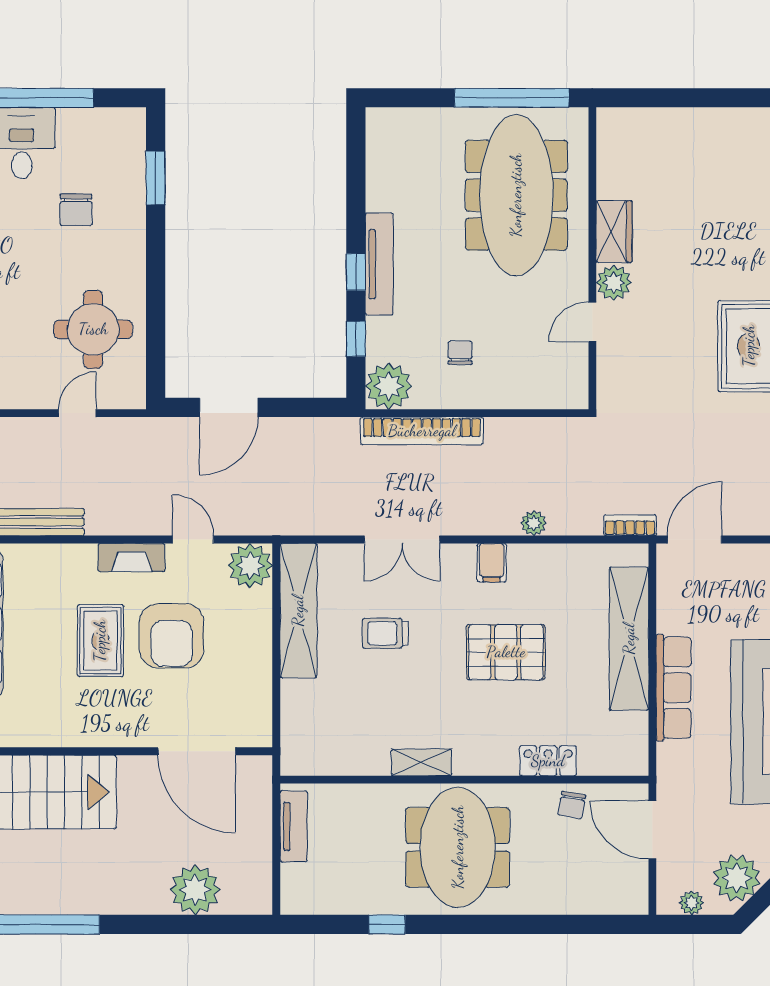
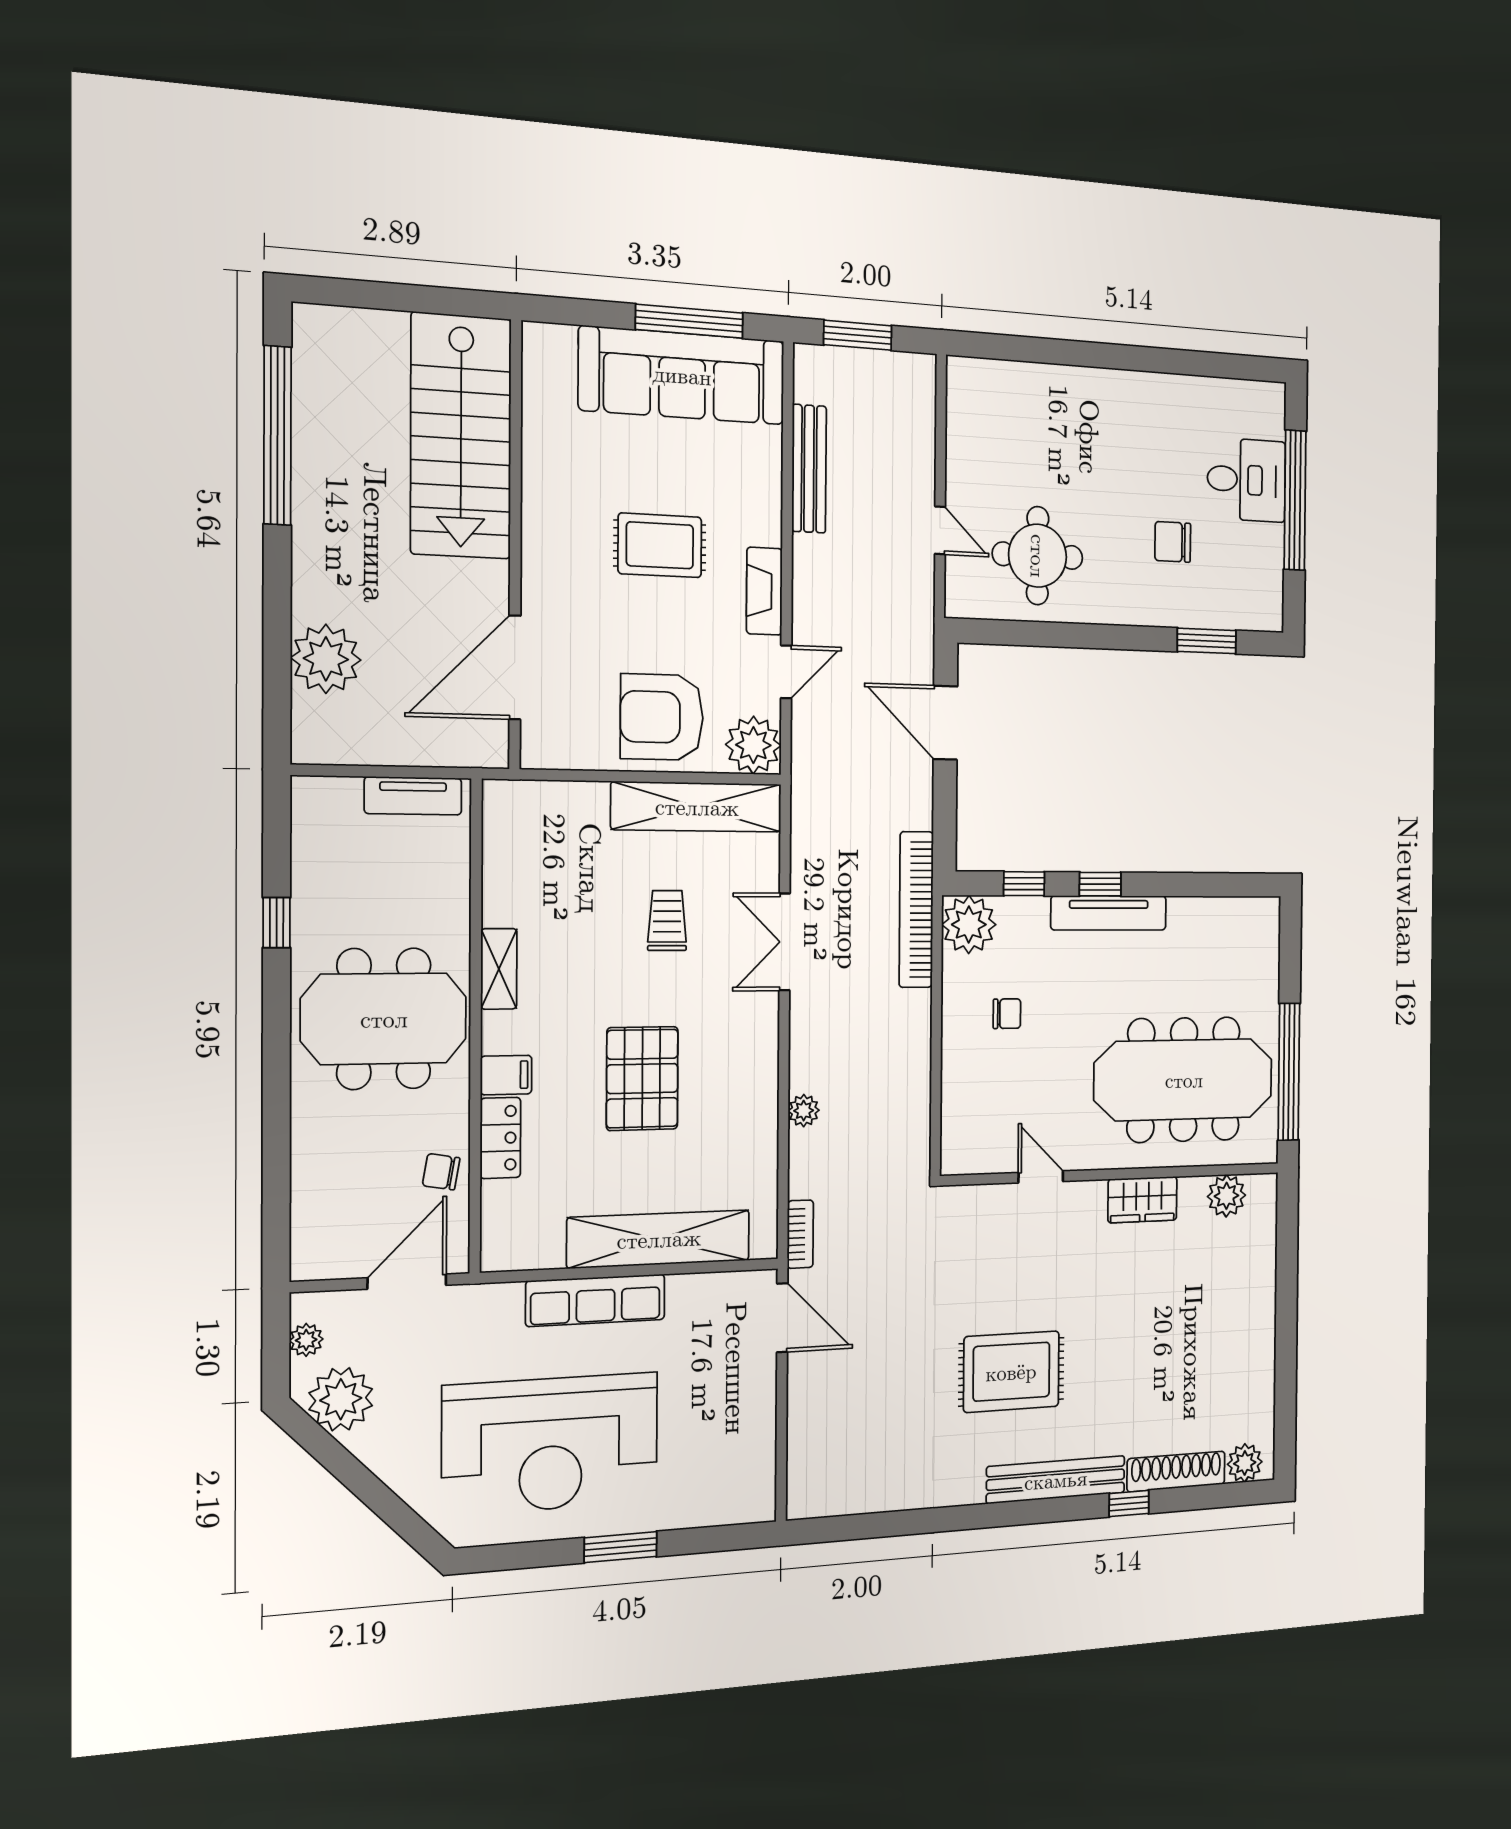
plant: (614, 283) -> (1226, 1196), moved
bookcase: (422, 431) -> (916, 910), moved
filing cabinet: (492, 563) -> (506, 1075), moved, turned 180
armchair: (172, 636) -> (662, 717), moved

